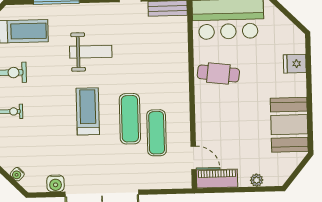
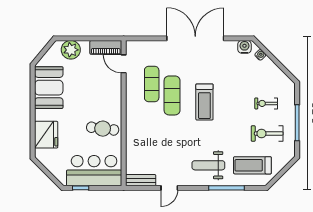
weight bench: (91, 52) -> (208, 165), moved
fridge: (295, 64) -> (46, 135), width x1.88, depth x1.34
plant: (257, 180) -> (71, 50), width x1.88, depth x1.88
water cooler: (56, 183) -> (244, 47), moved

